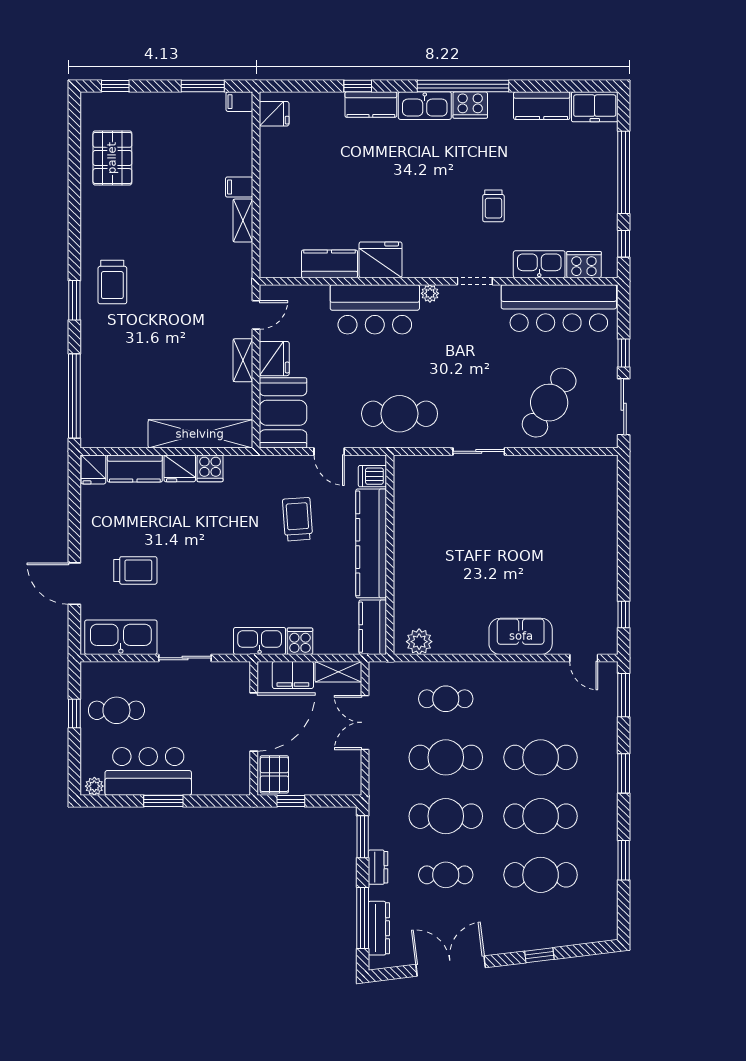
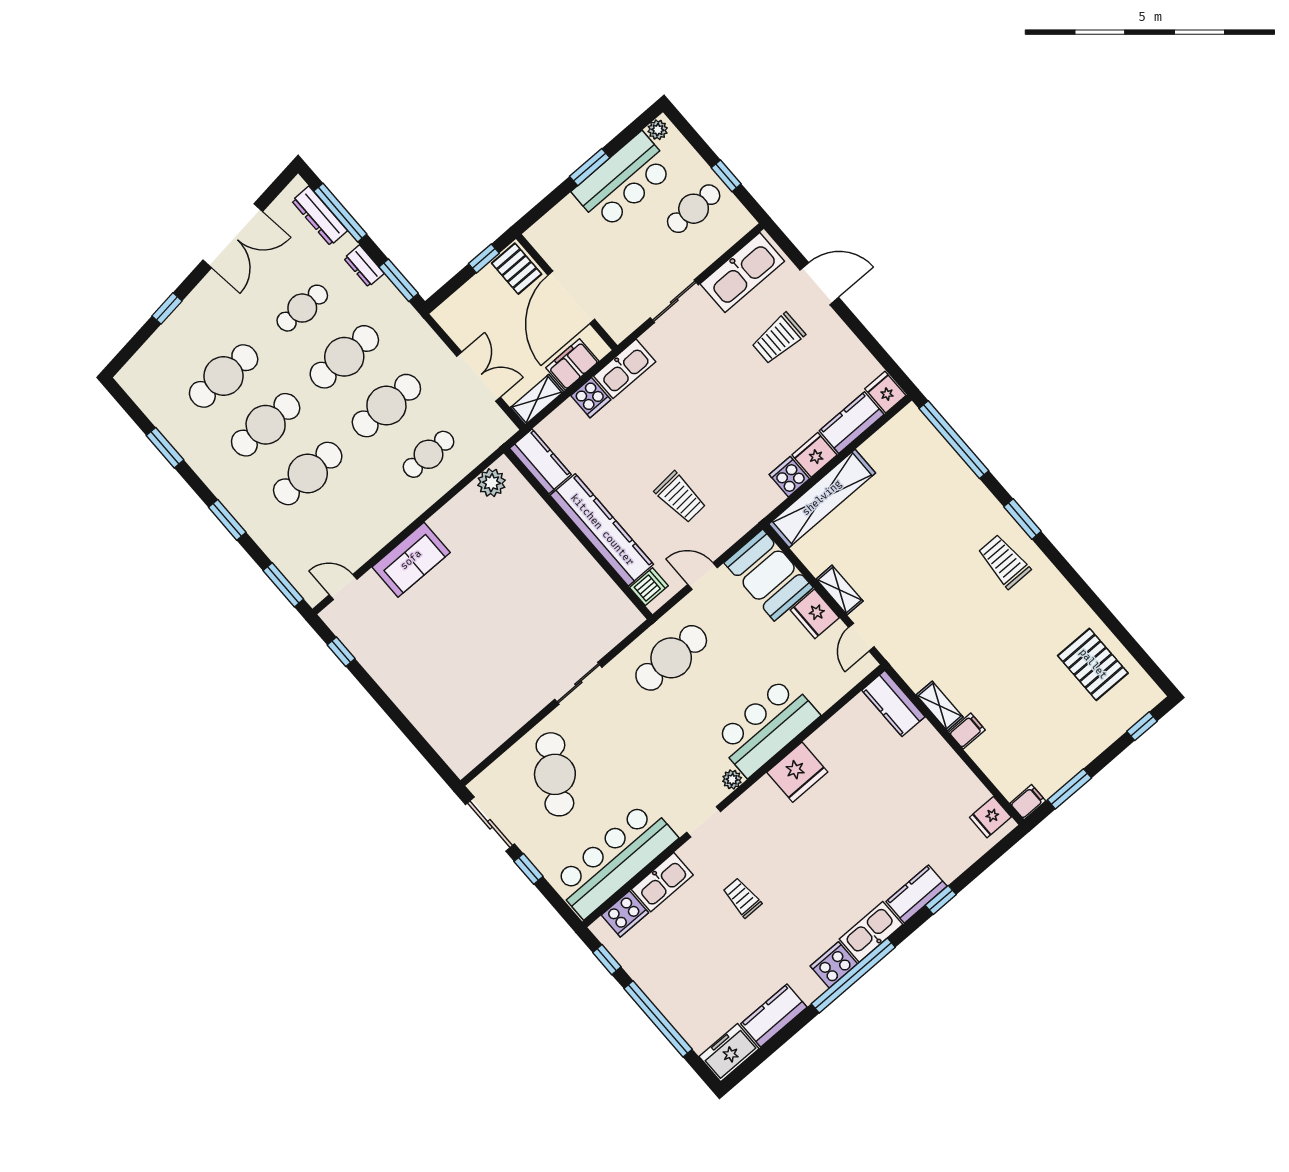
kitchen counter: (329, 264) -> (893, 703), moved, turned 90

